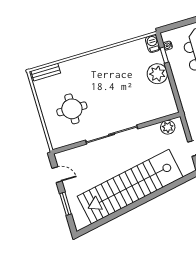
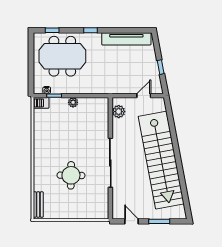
plant: (157, 74) -> (73, 102), width x0.53, depth x0.53
round table: (72, 109) -> (71, 175), moved
door: (57, 175) -> (131, 221), hinge flipped

